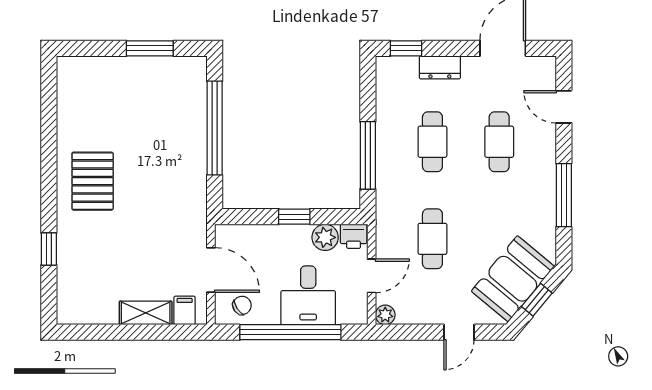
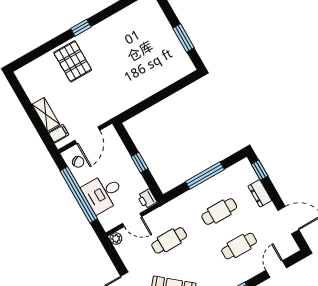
window: (215, 128) -> (162, 95), removed
window: (368, 155) -> (205, 175), moved
pallet: (93, 181) -> (73, 61), moved, turned 90
plant: (325, 237) -> (138, 185), removed
window: (49, 249) -> (81, 28), moved

